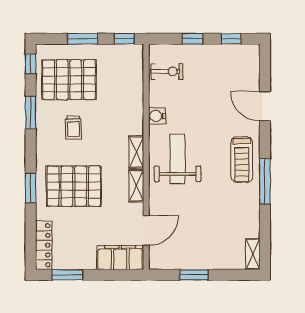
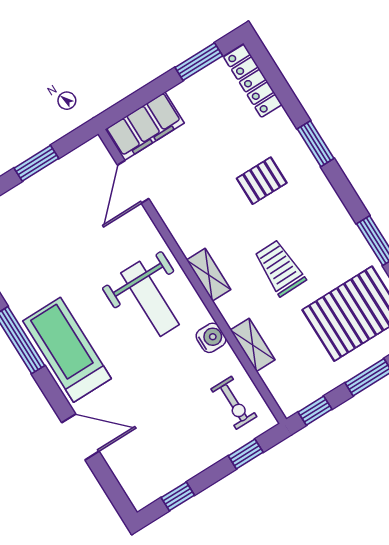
window: (192, 39) -> (246, 454), moved
exercise bike: (167, 72) -> (234, 403), turned -90
trolley: (73, 127) -> (280, 268), moved, width x1.36, depth x1.39
treadmill: (242, 160) -> (67, 350), width x1.37, depth x1.38
pallet: (74, 186) -> (262, 181), width x0.49, depth x0.50
shelving: (136, 186) -> (253, 345), moved

